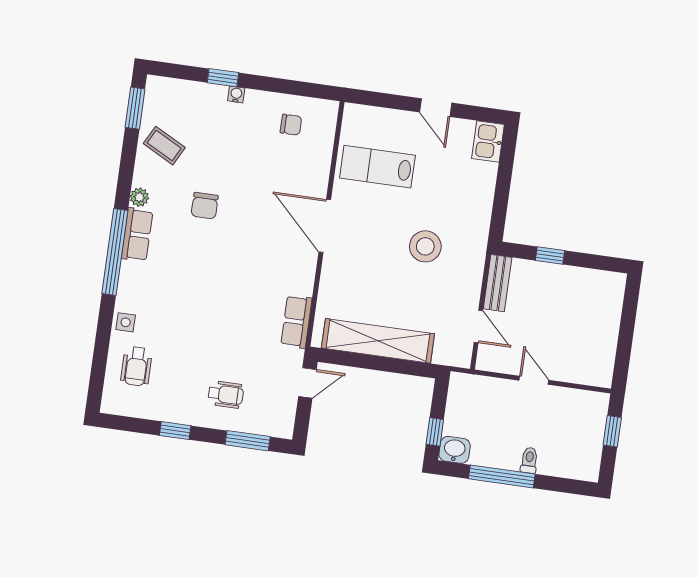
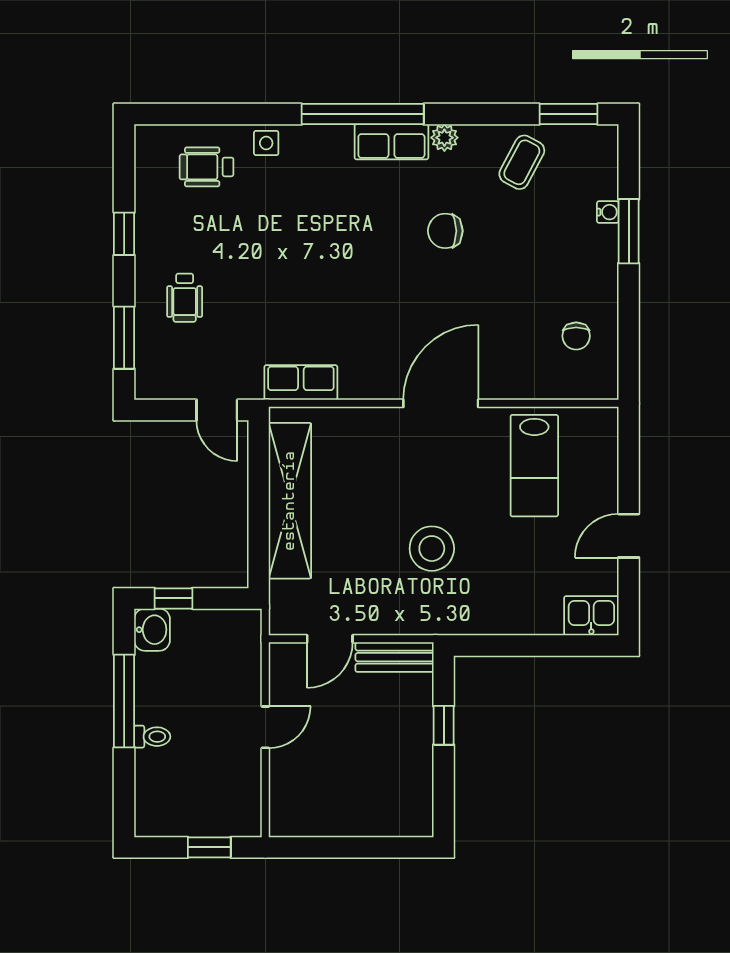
window: (223, 78) -> (629, 231), width x1.50
water cooler: (236, 94) -> (608, 212), moved
lab bench: (377, 167) -> (534, 466), turned 180

